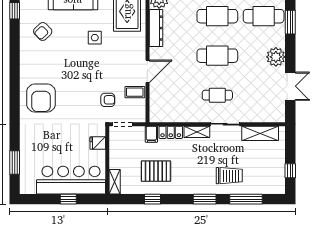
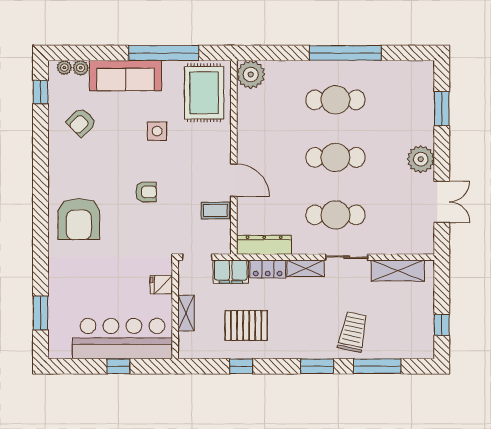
cafe table: (264, 16) -> (403, 100), removed
dresser: (156, 28) -> (264, 245), moved, turned -90
door: (147, 71) -> (234, 180), hinge flipped
cafe table: (217, 95) -> (335, 215), width x1.37, depth x1.35
armchair: (108, 100) -> (146, 192), moved
filing cabinet: (151, 134) -> (231, 272), width x2.00
trolley: (229, 176) -> (353, 332), turned -78
shelving: (115, 182) -> (186, 313), moved

